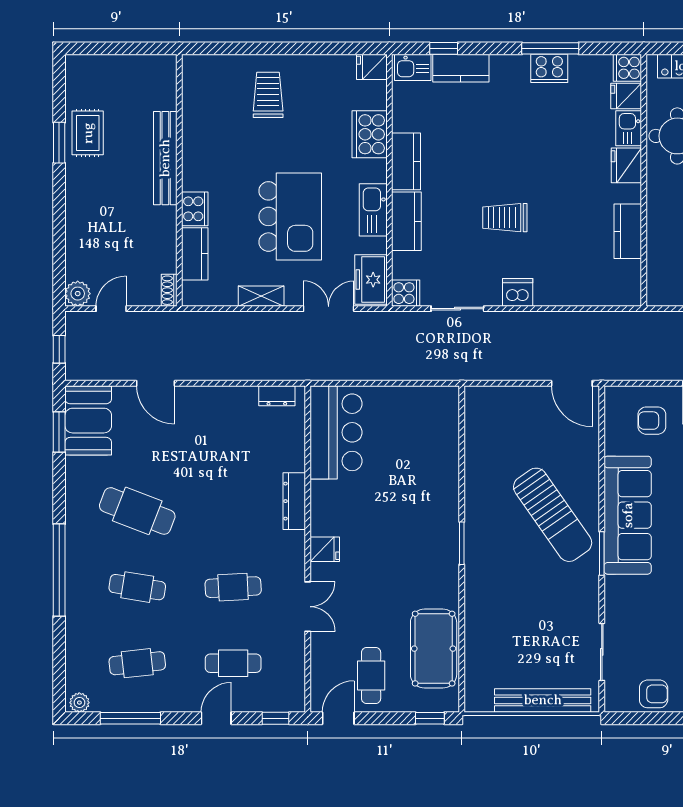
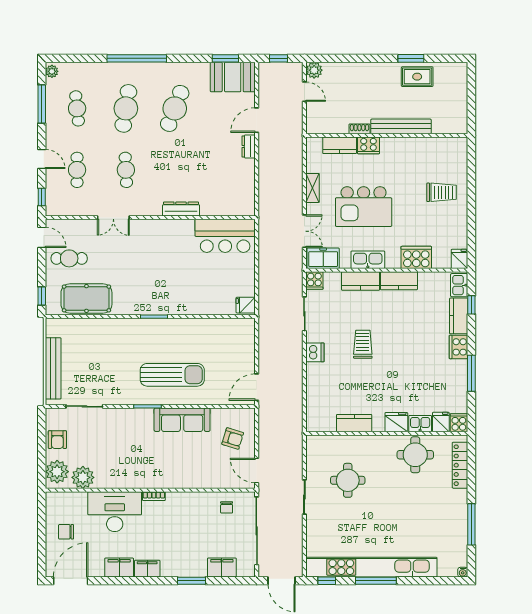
cooker: (549, 68) -> (458, 347), moved
shoe rack: (169, 290) -> (359, 129), moved
dresser: (277, 396) -> (249, 146), moved
armchair: (652, 421) -> (233, 438), turned 107
sun lounger: (553, 515) -> (172, 375), turned -145
sofa: (628, 515) -> (182, 420), width x0.74, depth x0.79
fridge: (325, 549) -> (246, 305), moved, turned 90
cafe table: (137, 587) -> (126, 108), width x1.37, depth x1.35

